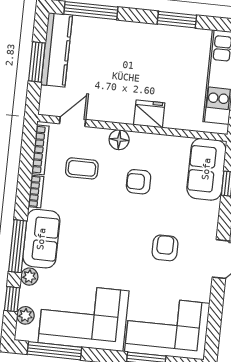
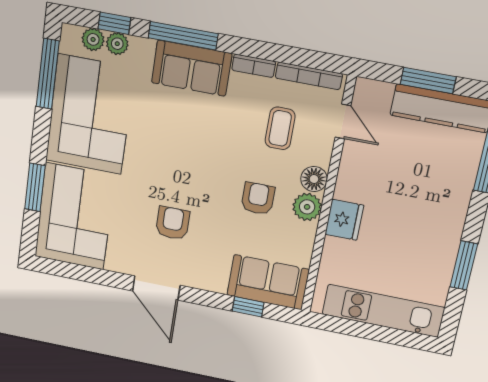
plant: (142, 143) -> (307, 207), added
armchair: (165, 248) -> (173, 223), turned -90
plant: (29, 277) -> (117, 44), moved

